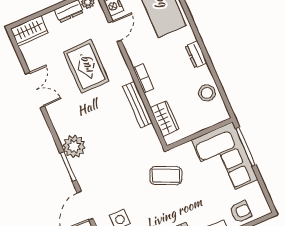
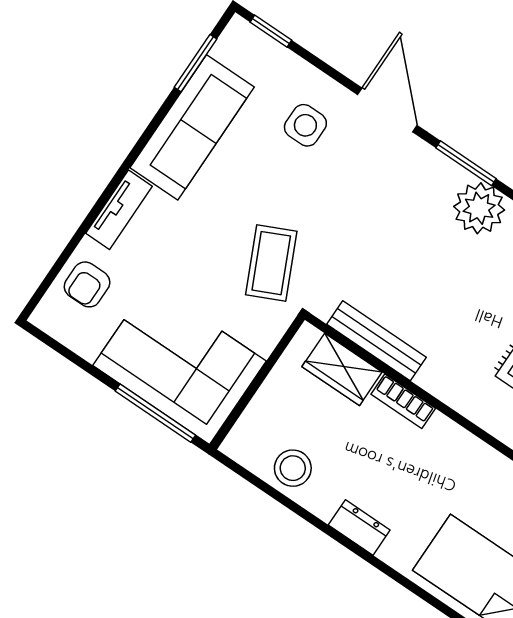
bookcase: (143, 78) -> (403, 401), moved
bench: (138, 105) -> (377, 341), moved
coffee table: (166, 176) -> (271, 263), turned -49

